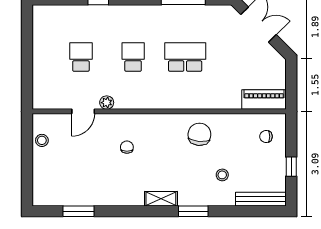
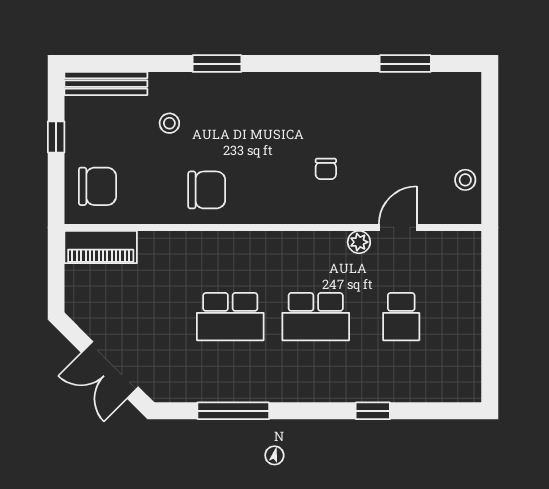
school desk: (133, 57) -> (316, 317), width x1.85
chair: (199, 134) -> (207, 190), turned -95
chair: (266, 136) -> (98, 186), width x1.87, depth x1.87
shelving: (161, 199) -> (270, 84), removed

